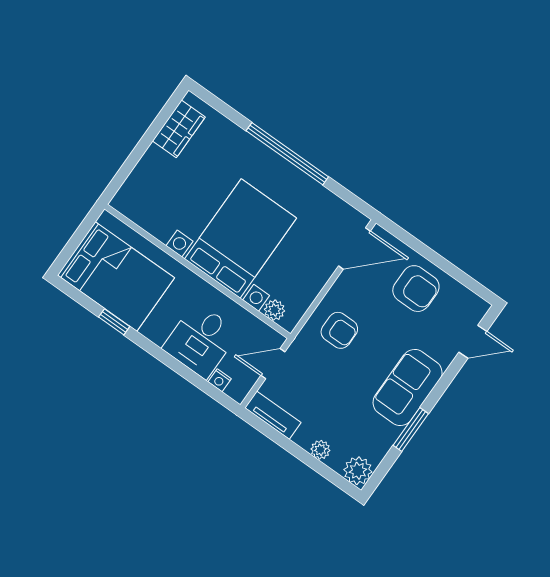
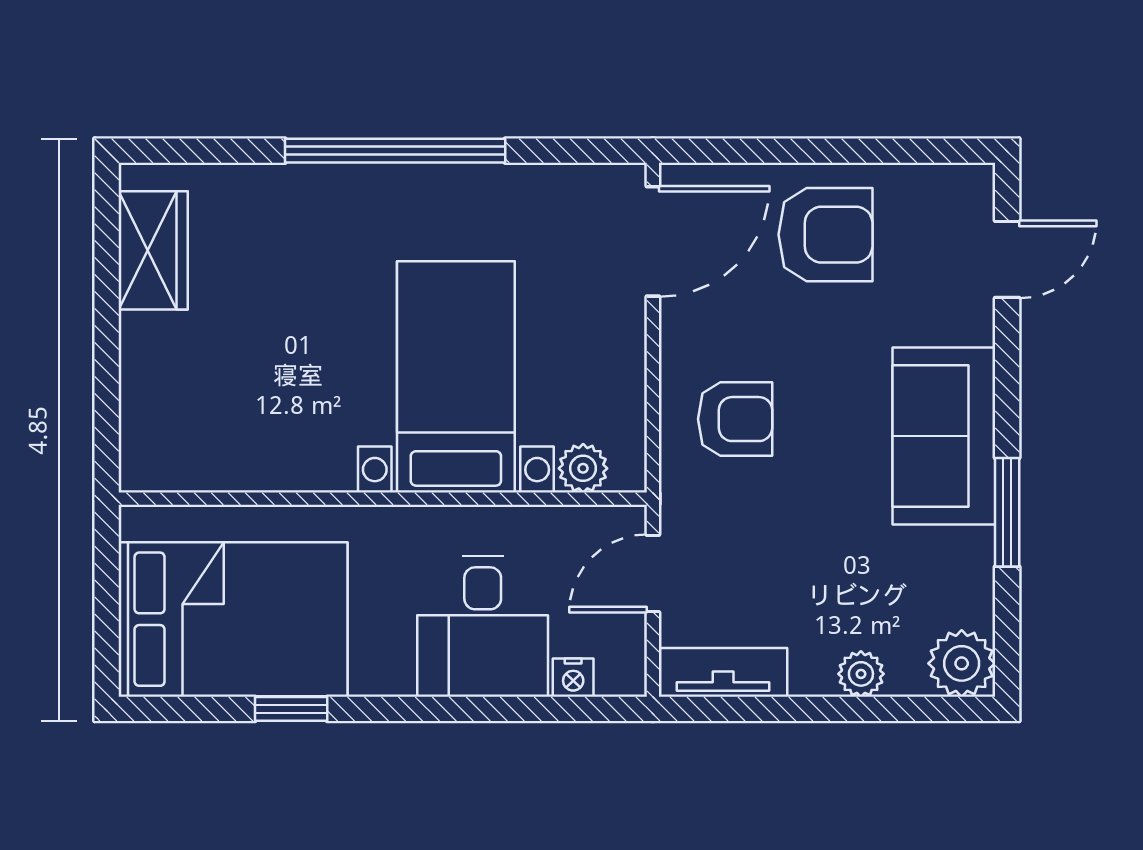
bed with nightstands: (241, 238) -> (456, 377), width x0.73

